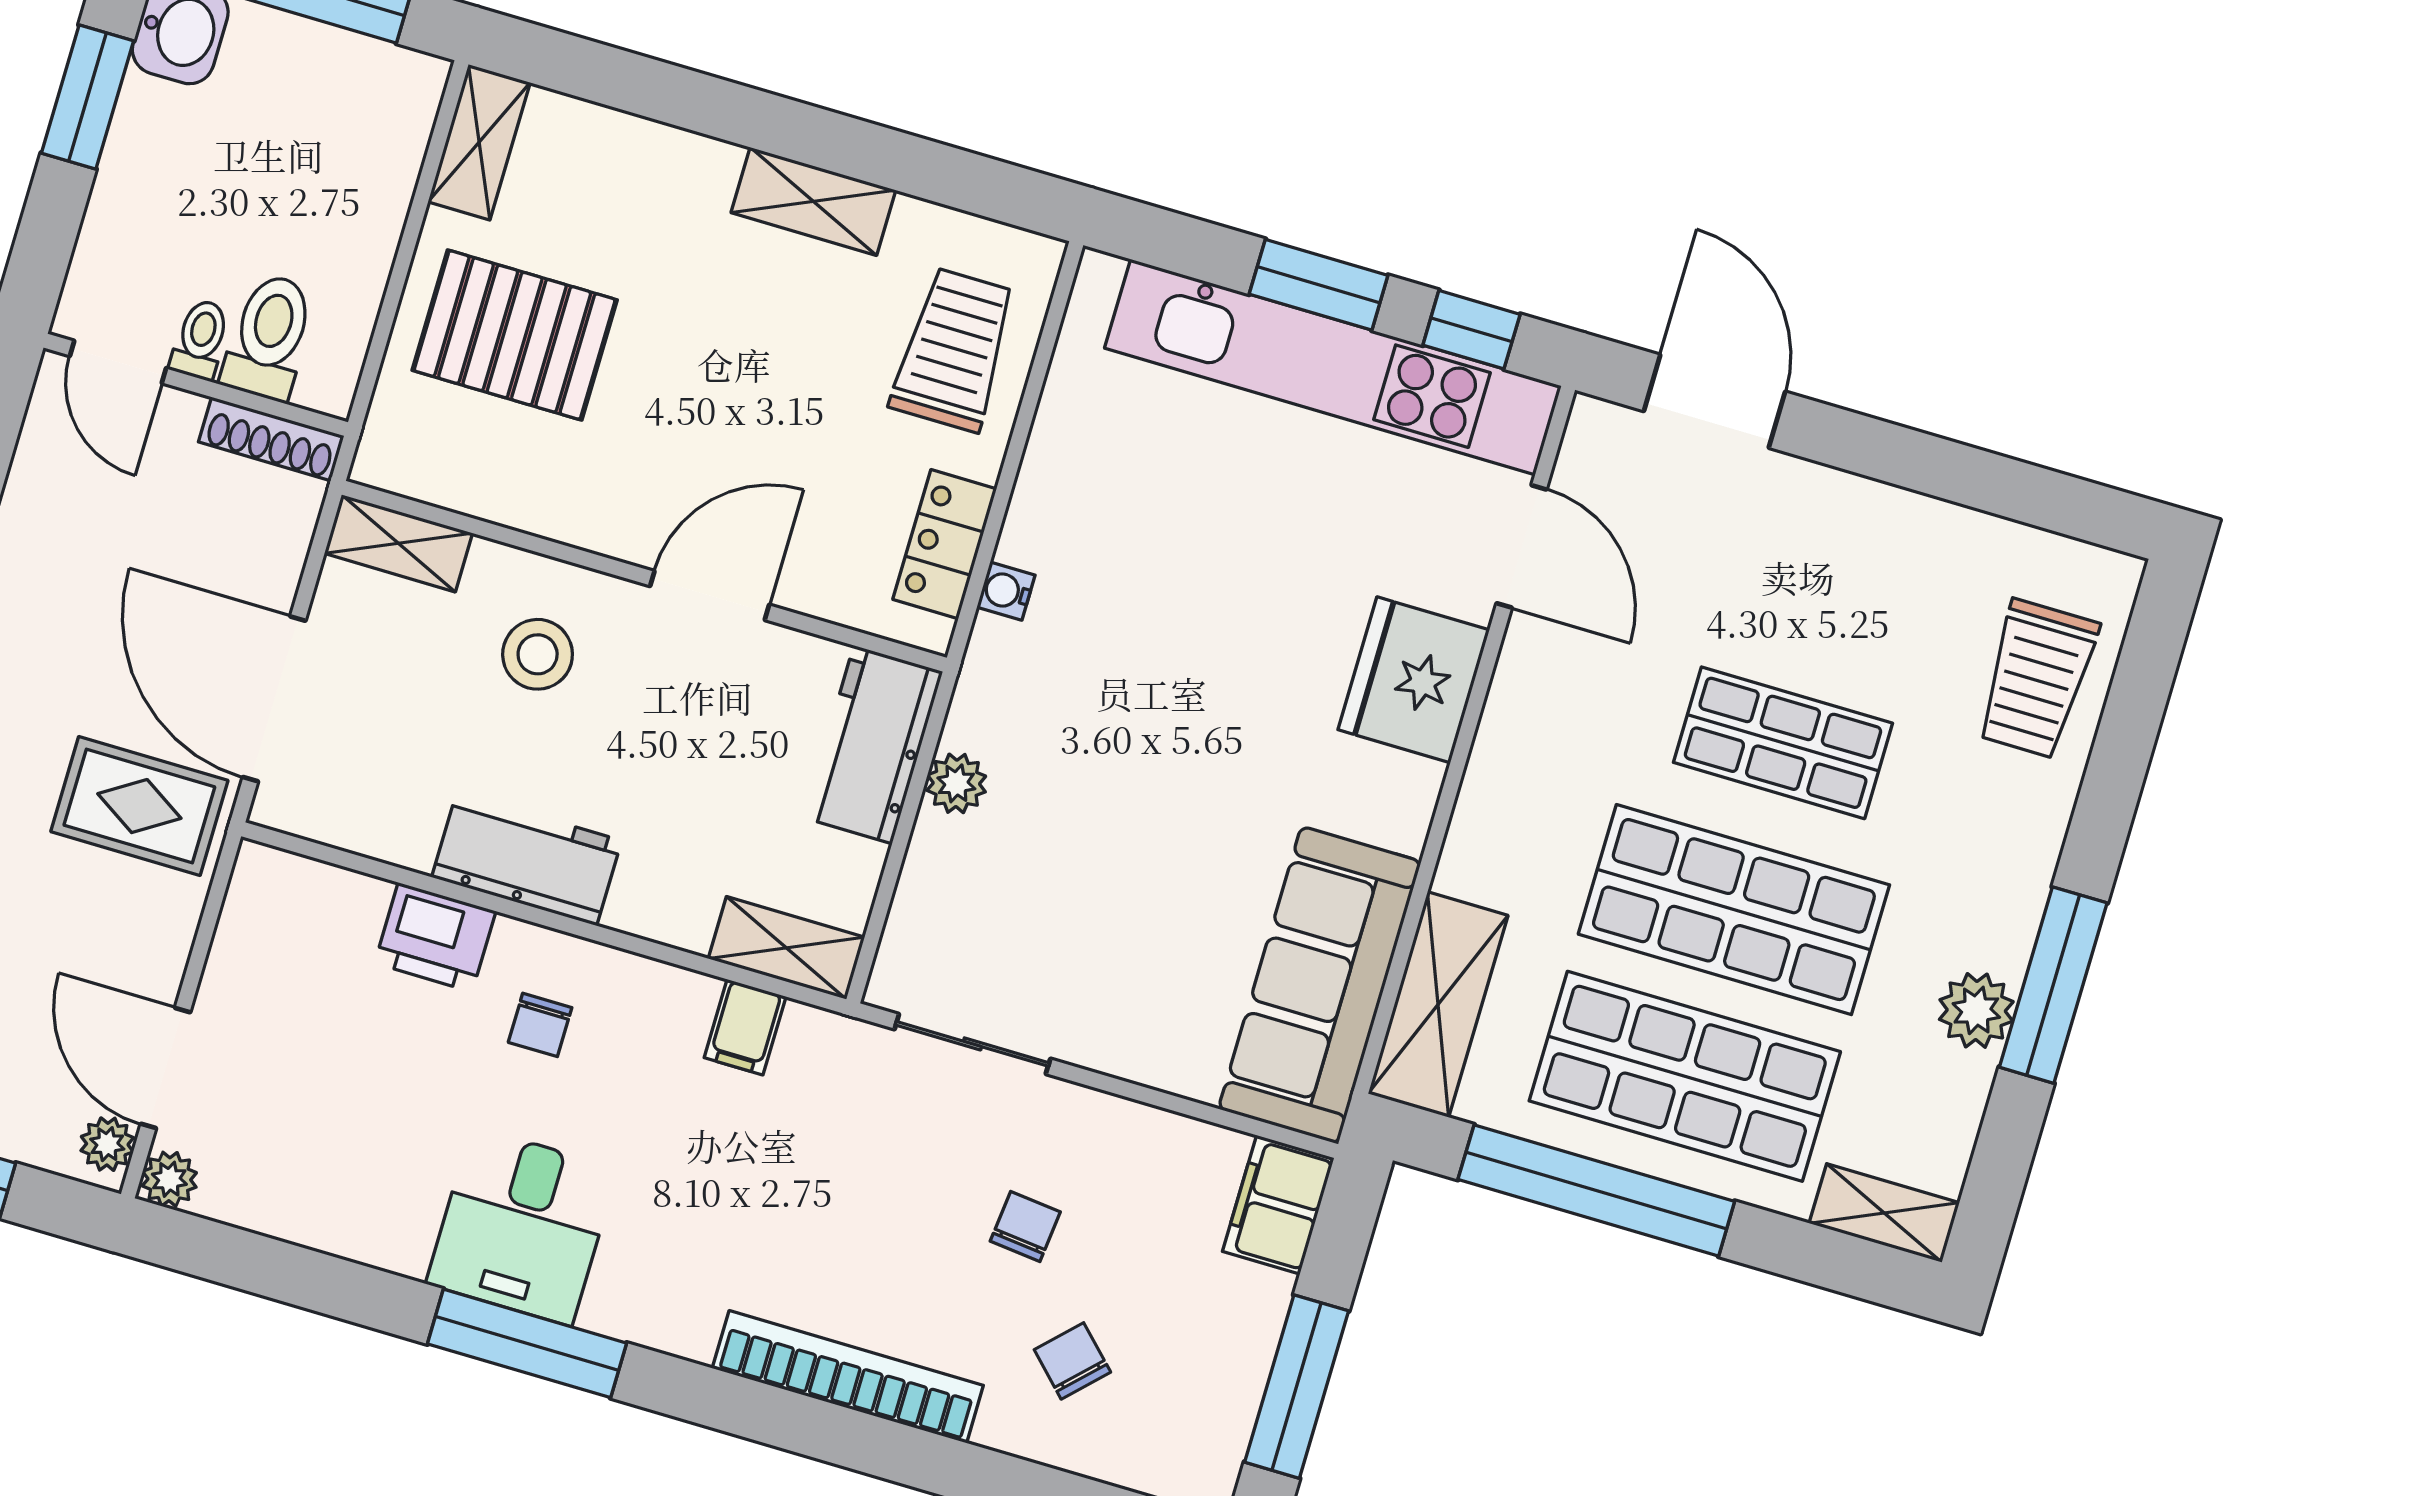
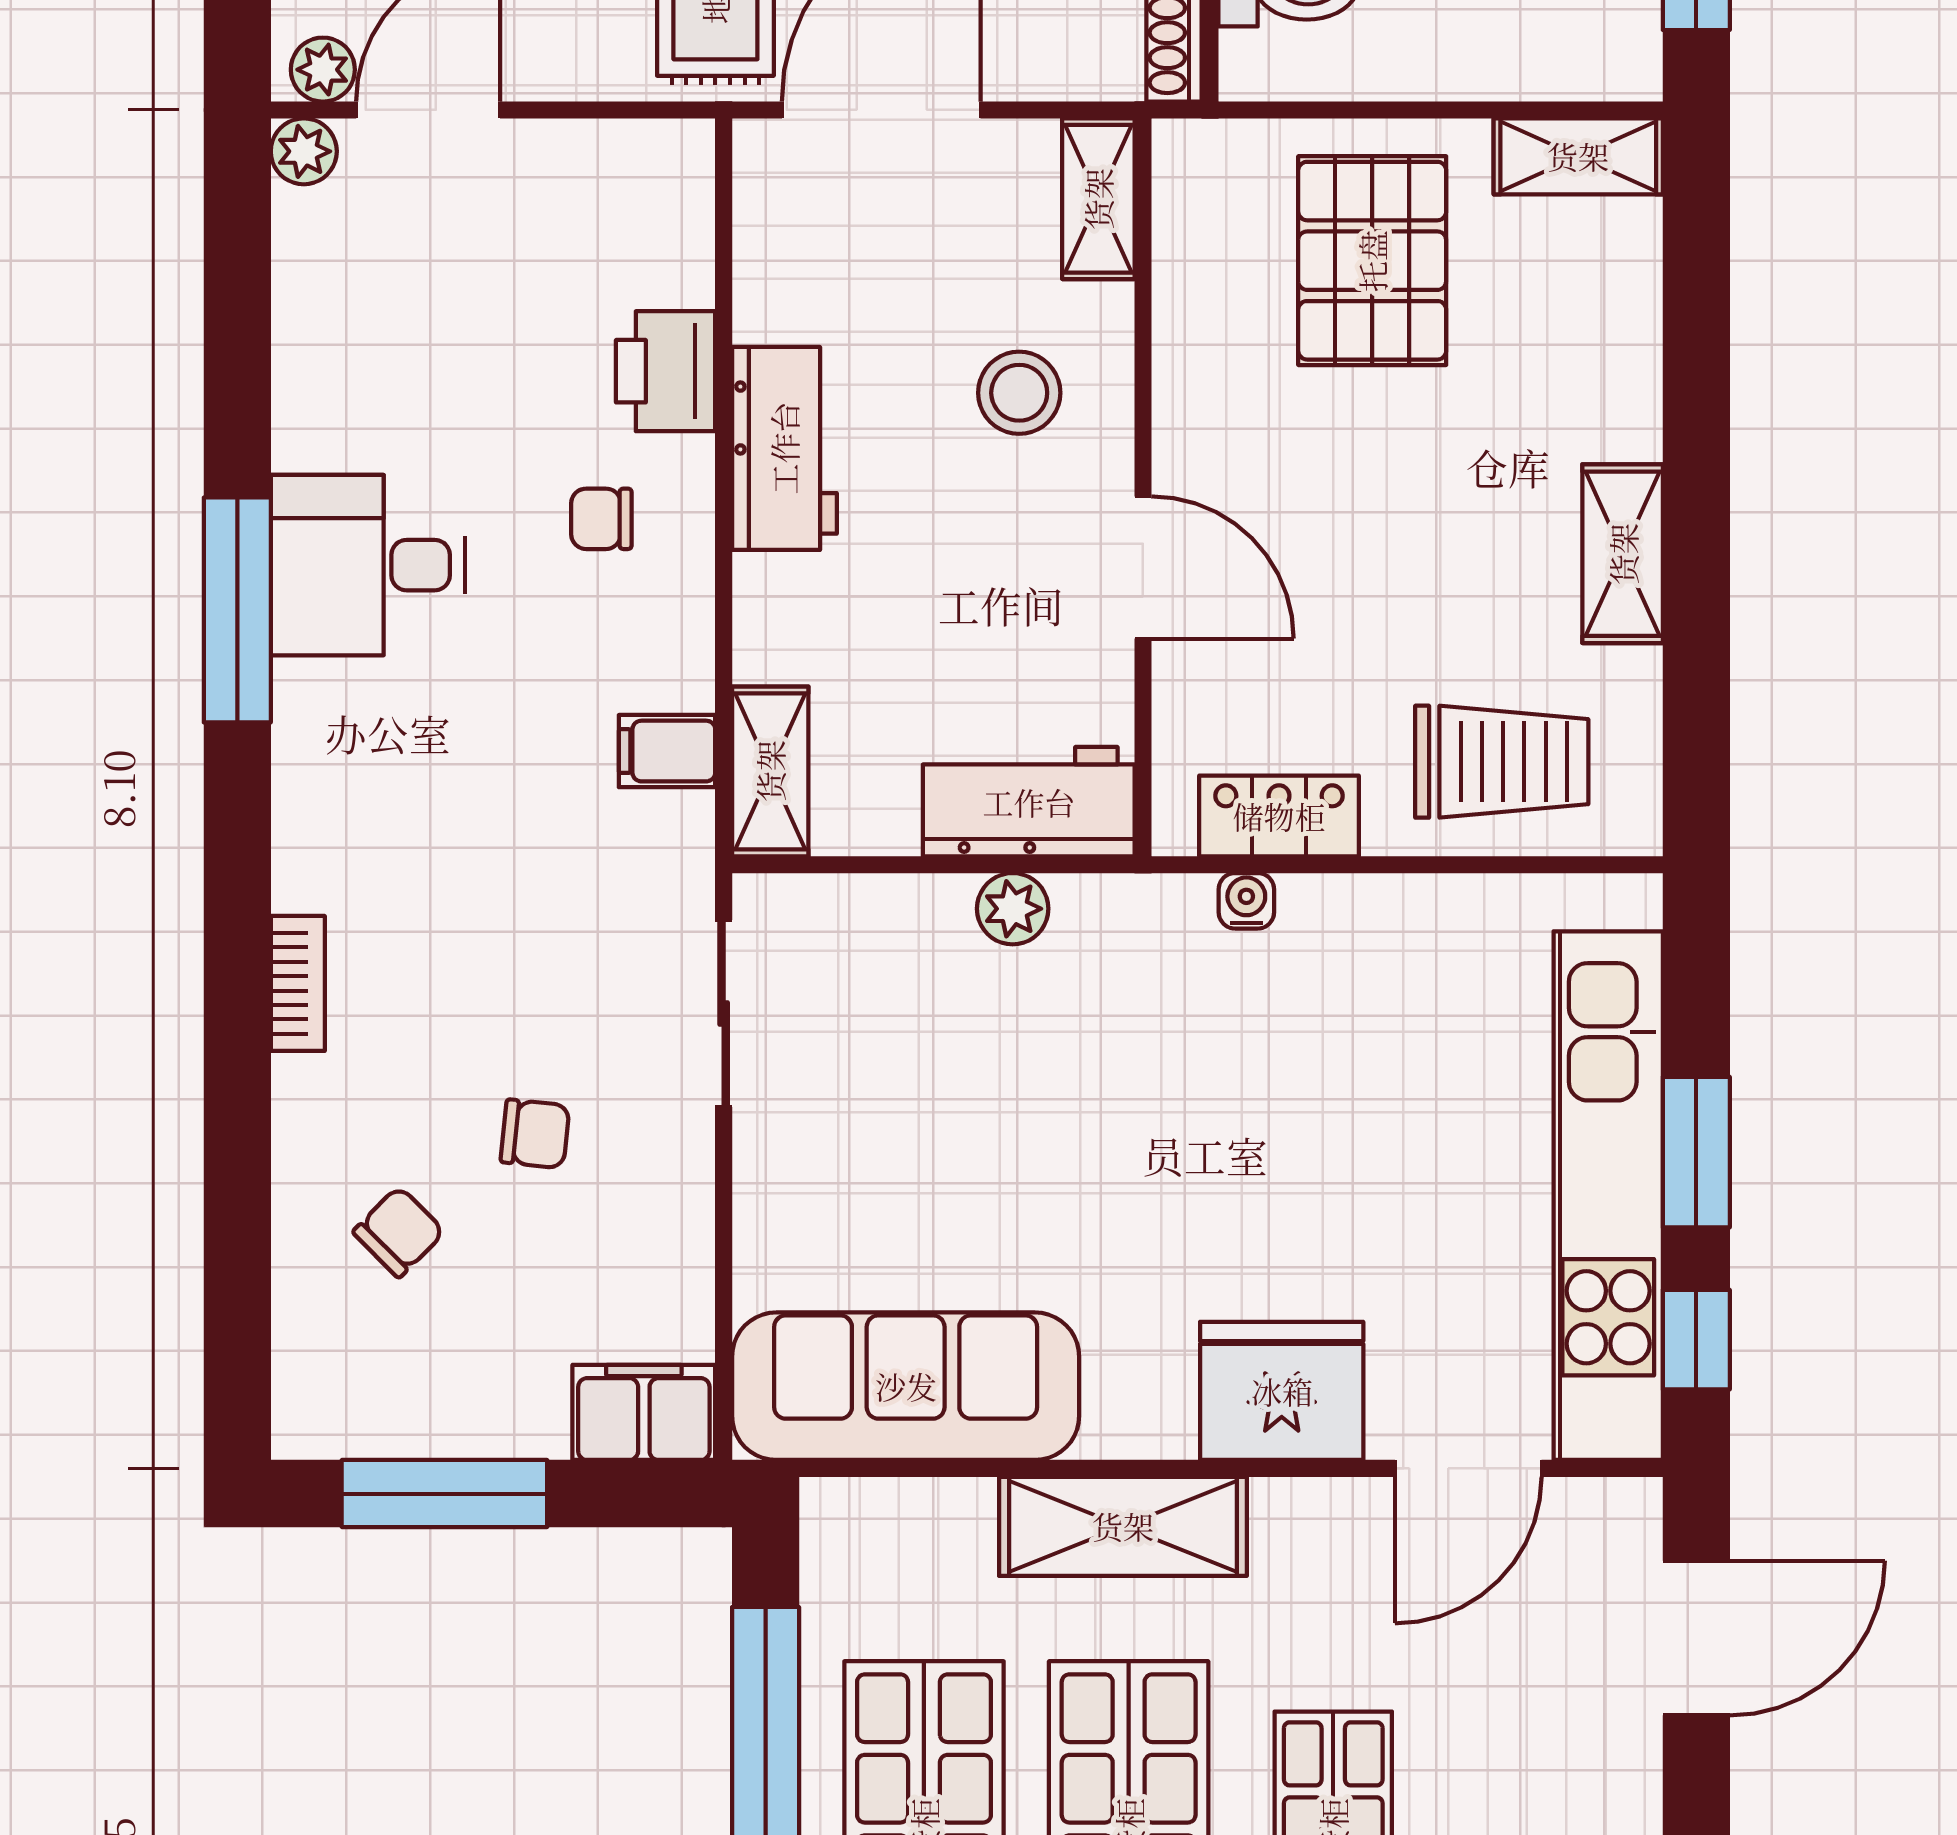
shelving: (1438, 1005) -> (1123, 1526), moved
bookcase: (848, 1377) -> (298, 983), width x0.43, depth x0.76

